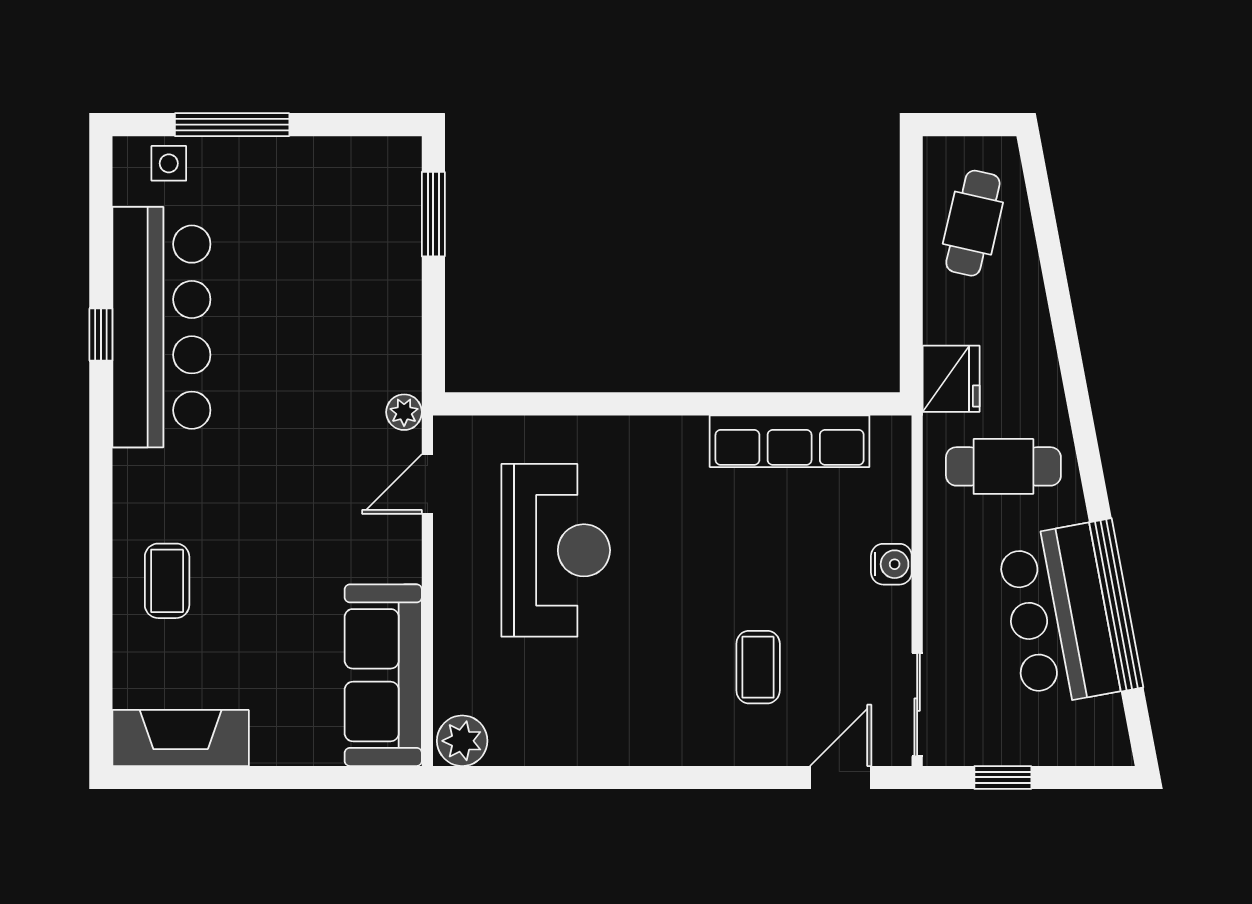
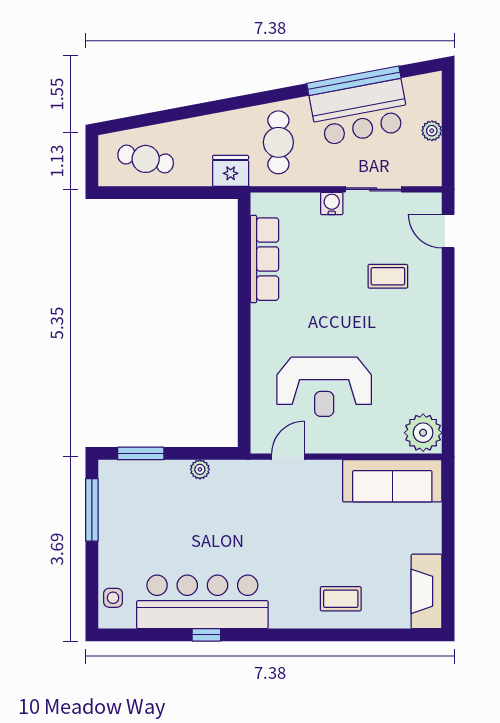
window: (232, 125) -> (92, 510), moved
plant: (404, 412) -> (200, 469), moved
door: (427, 484) -> (288, 457), swing flipped
reception desk: (556, 550) -> (324, 387), turned 180
sliding door: (917, 705) -> (373, 189), moved
plant: (462, 741) -> (423, 433), width x1.36, depth x1.36
plant: (1025, 748) -> (432, 131), added
window: (1003, 777) -> (448, 143), removed

